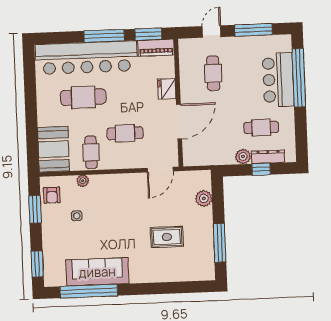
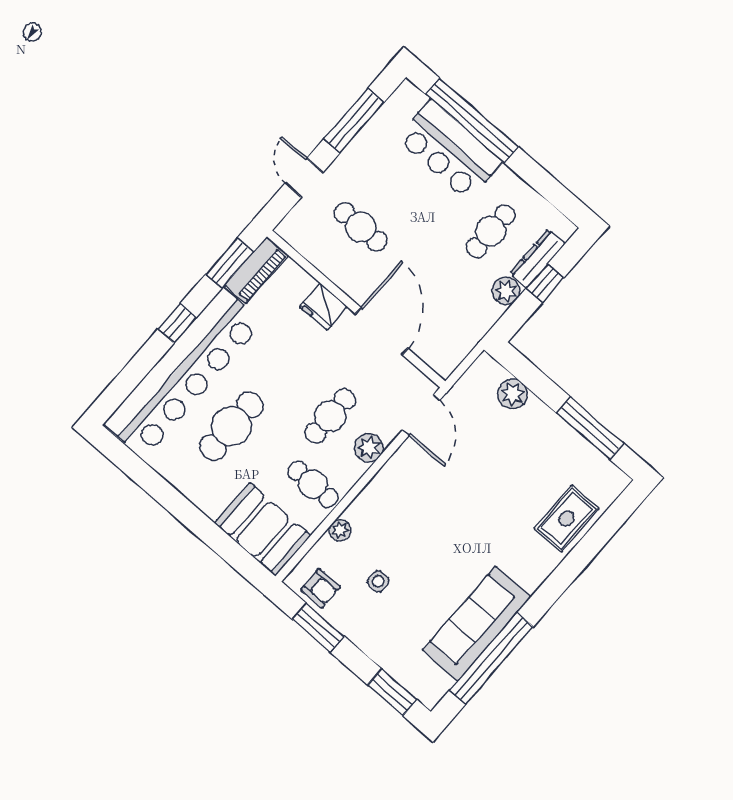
window: (104, 36) -> (177, 323), width x0.46
plant: (127, 161) -> (369, 448), added
rug: (167, 237) -> (567, 519), moved

